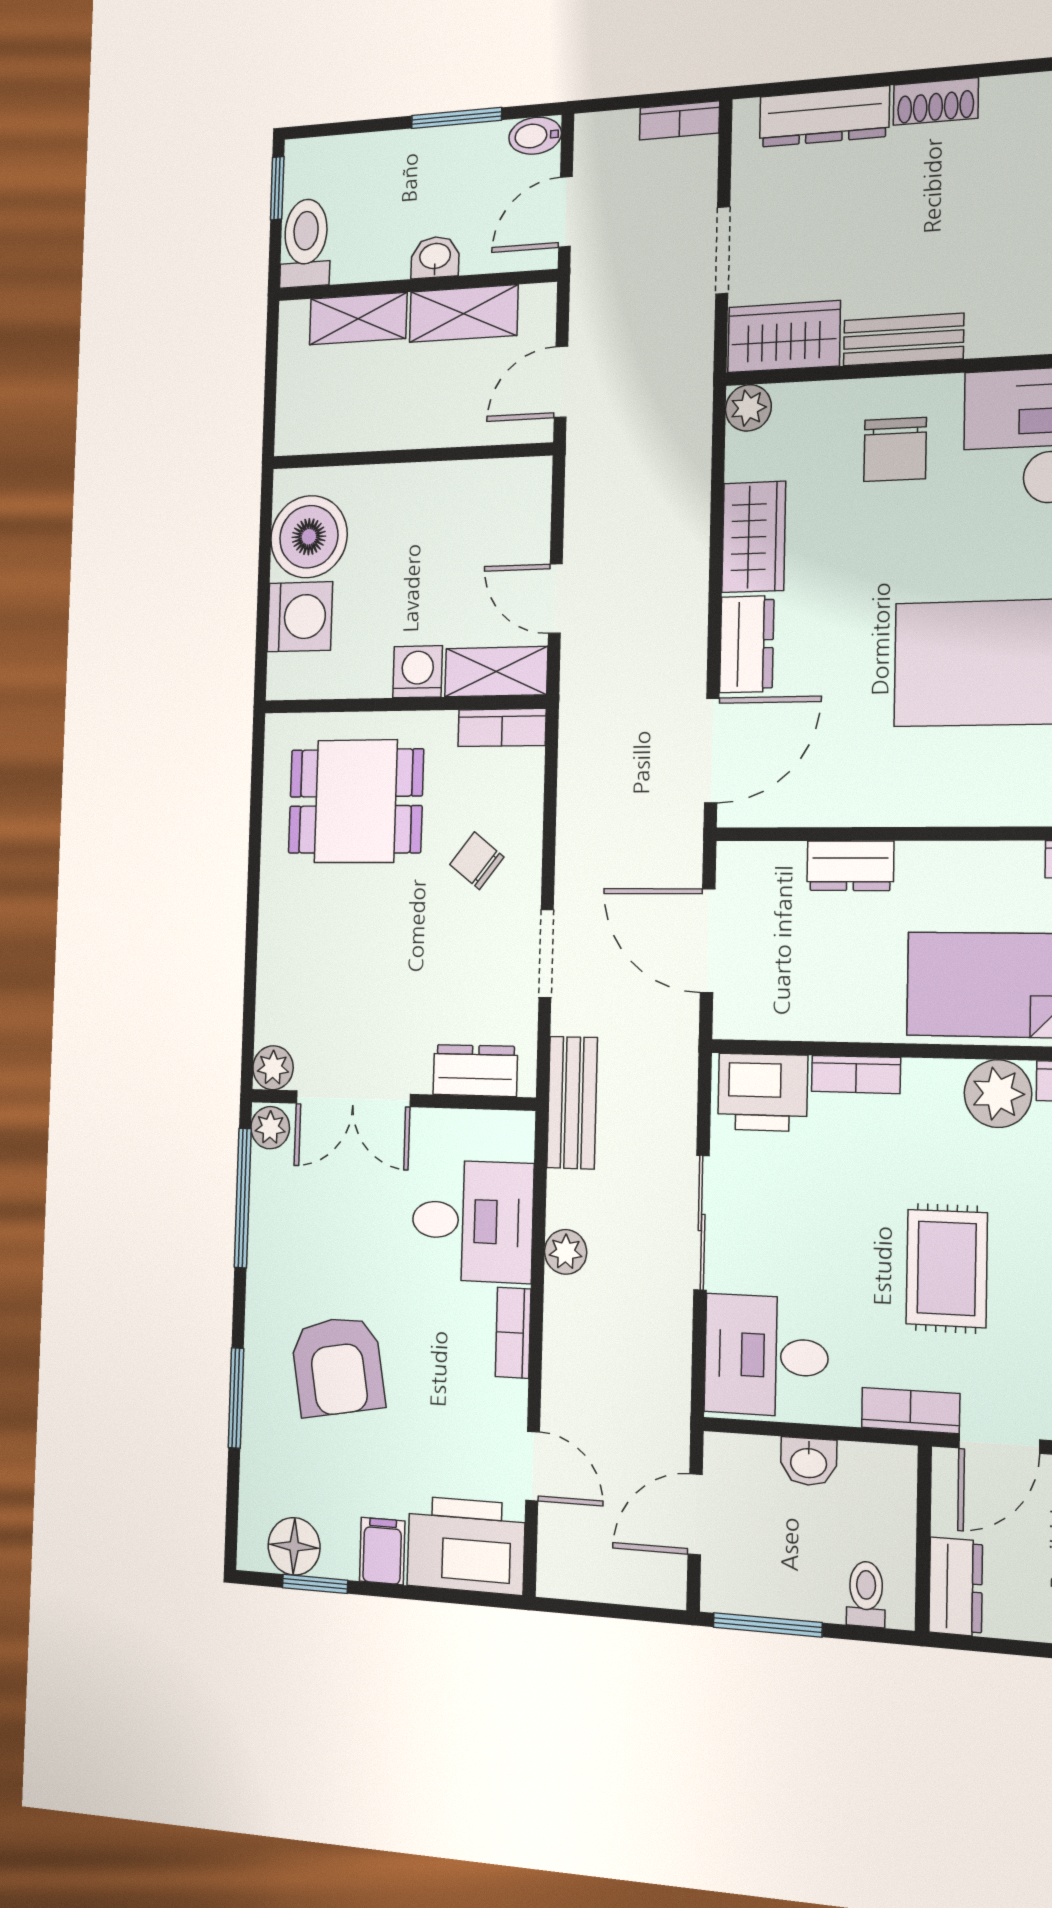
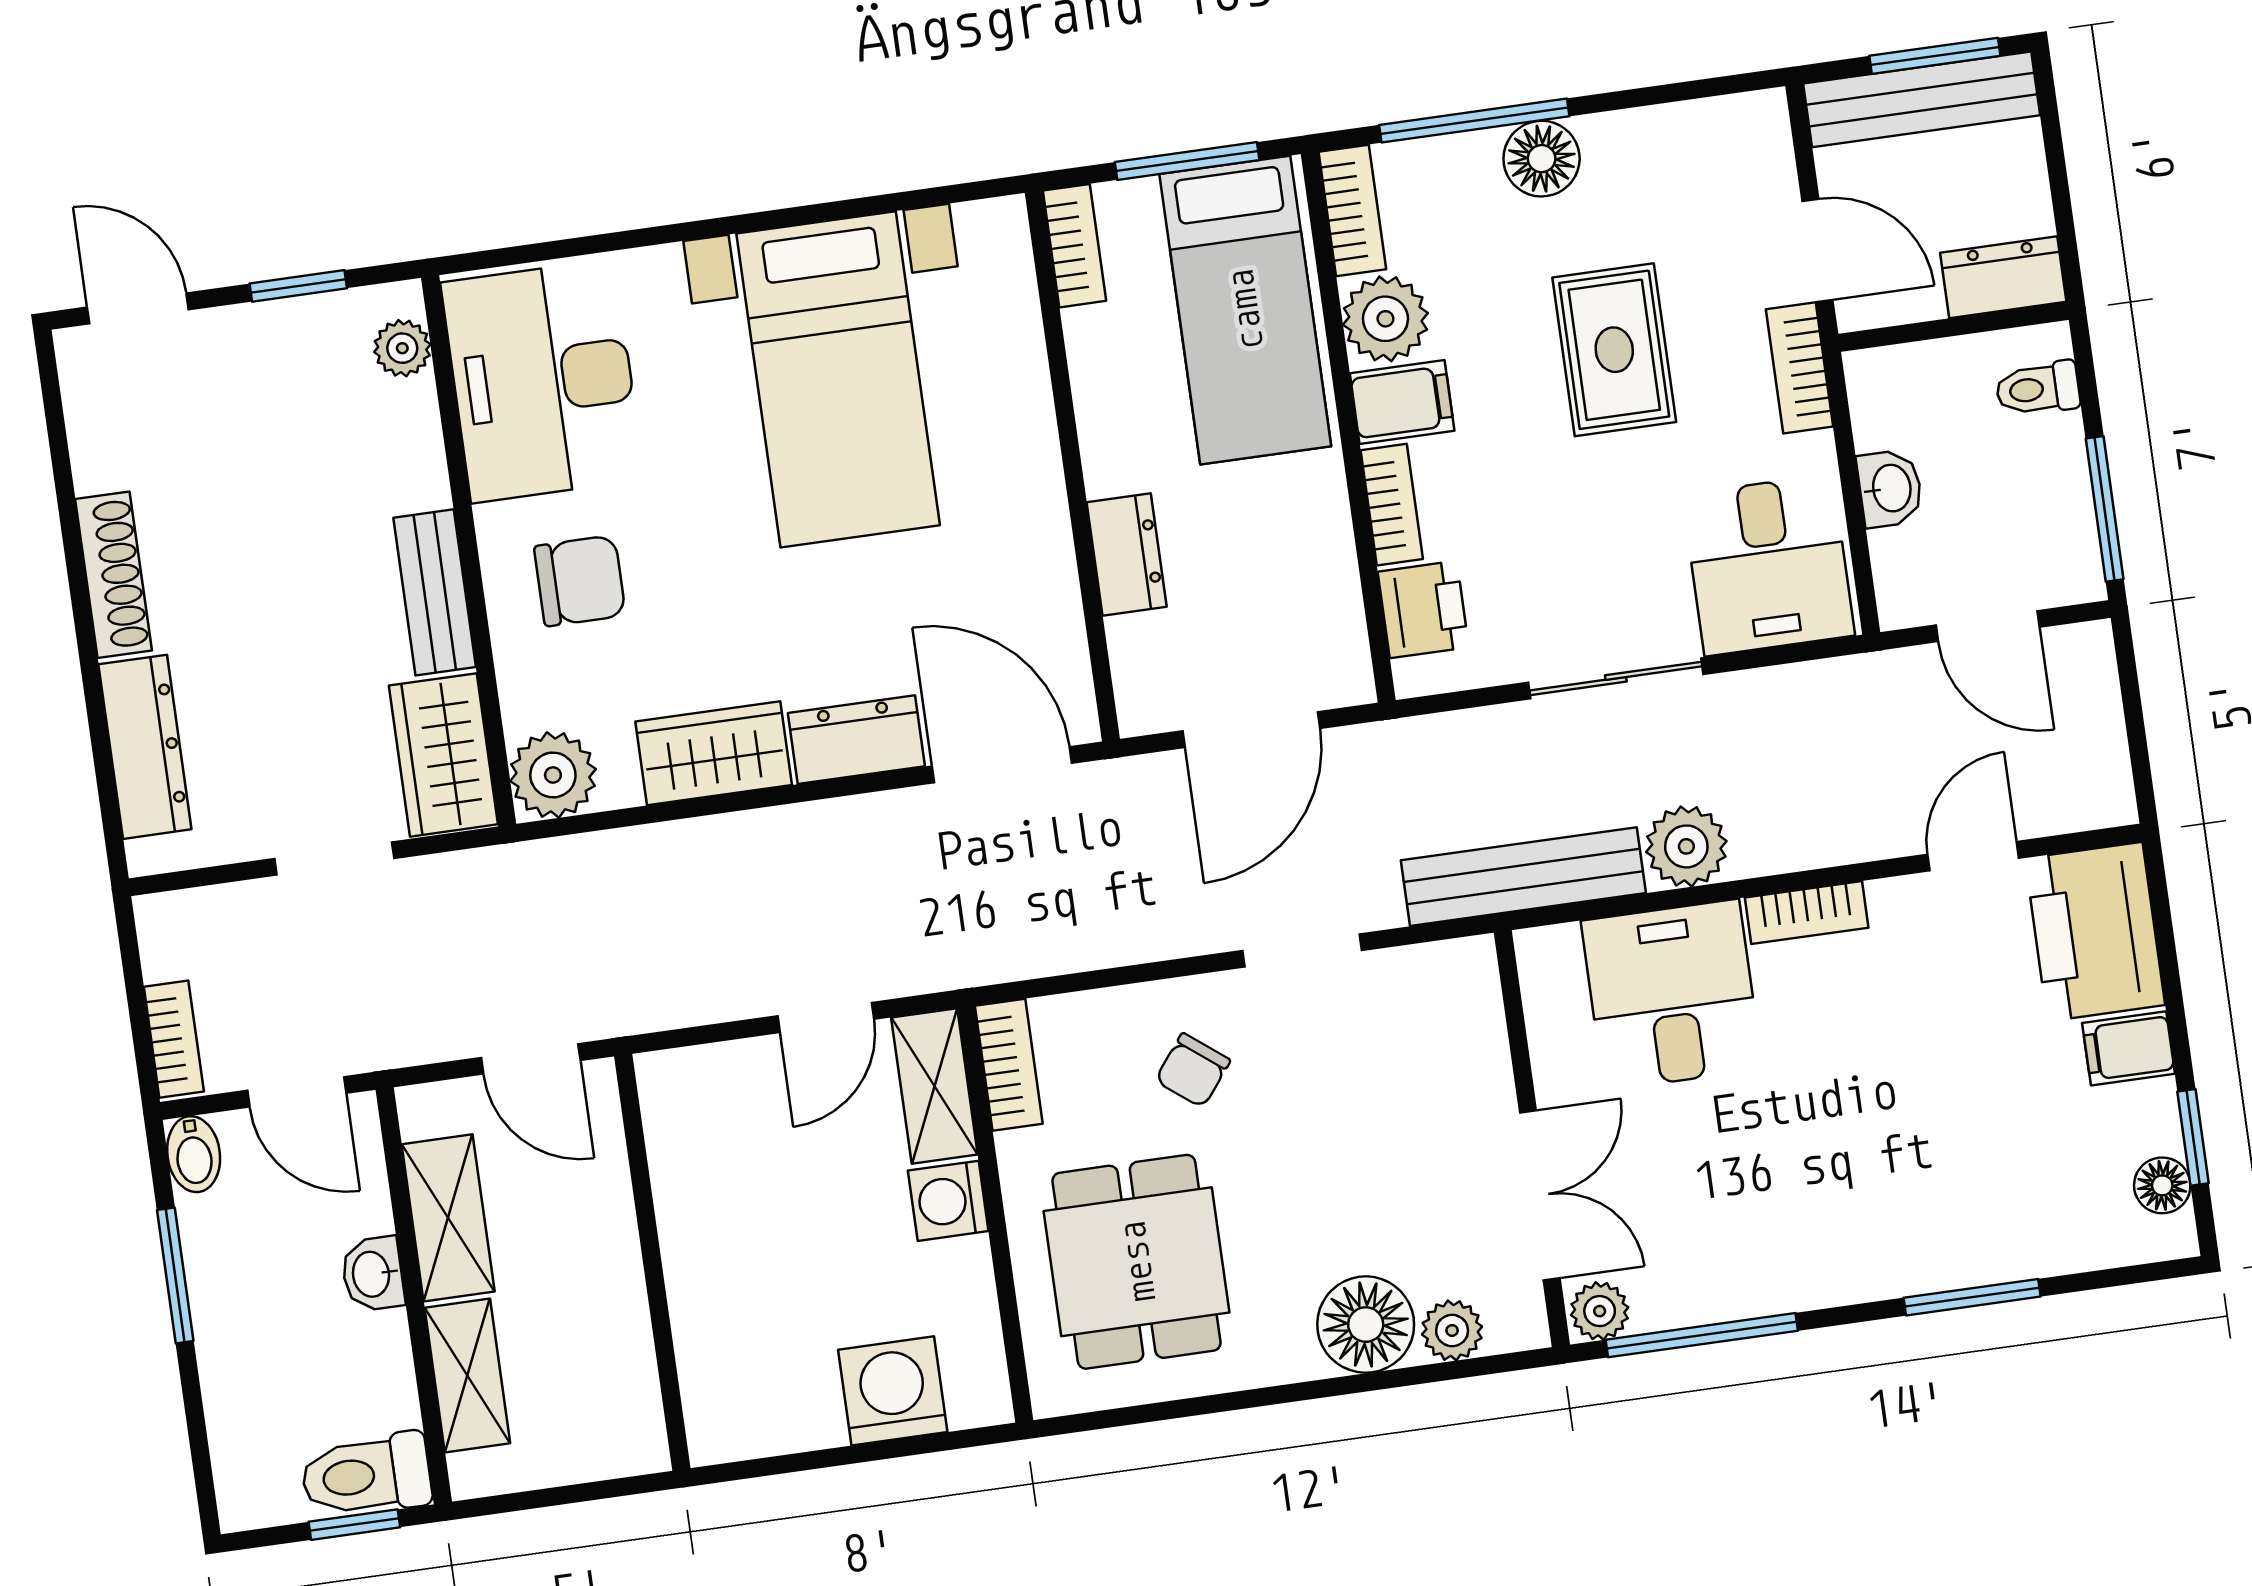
shoe rack: (936, 102) -> (114, 575), width x1.43
bookcase: (679, 120) -> (174, 1039), moved
window: (277, 188) -> (354, 1525), moved
plant: (748, 408) -> (553, 775), width x1.38, depth x1.38
boiler: (309, 537) -> (780, 1397), removed
floor lamp: (288, 959) -> (1366, 1325), added
plant: (273, 1068) -> (1452, 1330), moved
dresser: (475, 1071) -> (1473, 1025), removed
printer: (763, 1092) -> (1423, 609), width x0.73, depth x0.81
filing cabinet: (932, 1096) -> (1402, 402), added
bench: (572, 1103) -> (1523, 877), width x1.36
plant: (566, 1252) -> (1686, 846), width x1.38, depth x1.38
rug: (947, 1268) -> (1614, 350), turned 90
armchair: (338, 1366) -> (1900, 1155), removed
floor lamp: (294, 1546) -> (2162, 1185), width x0.73, depth x0.73

